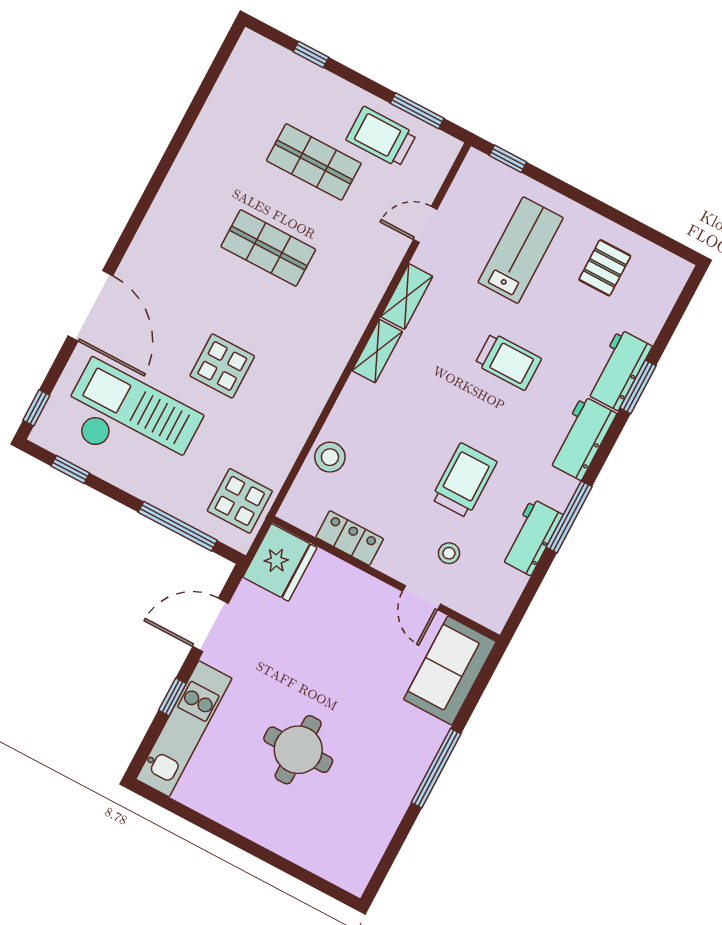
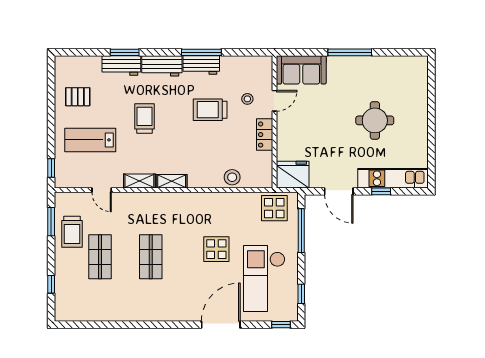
workbench: (531, 537) -> (201, 65), moved
locker: (350, 538) -> (265, 135), moved

